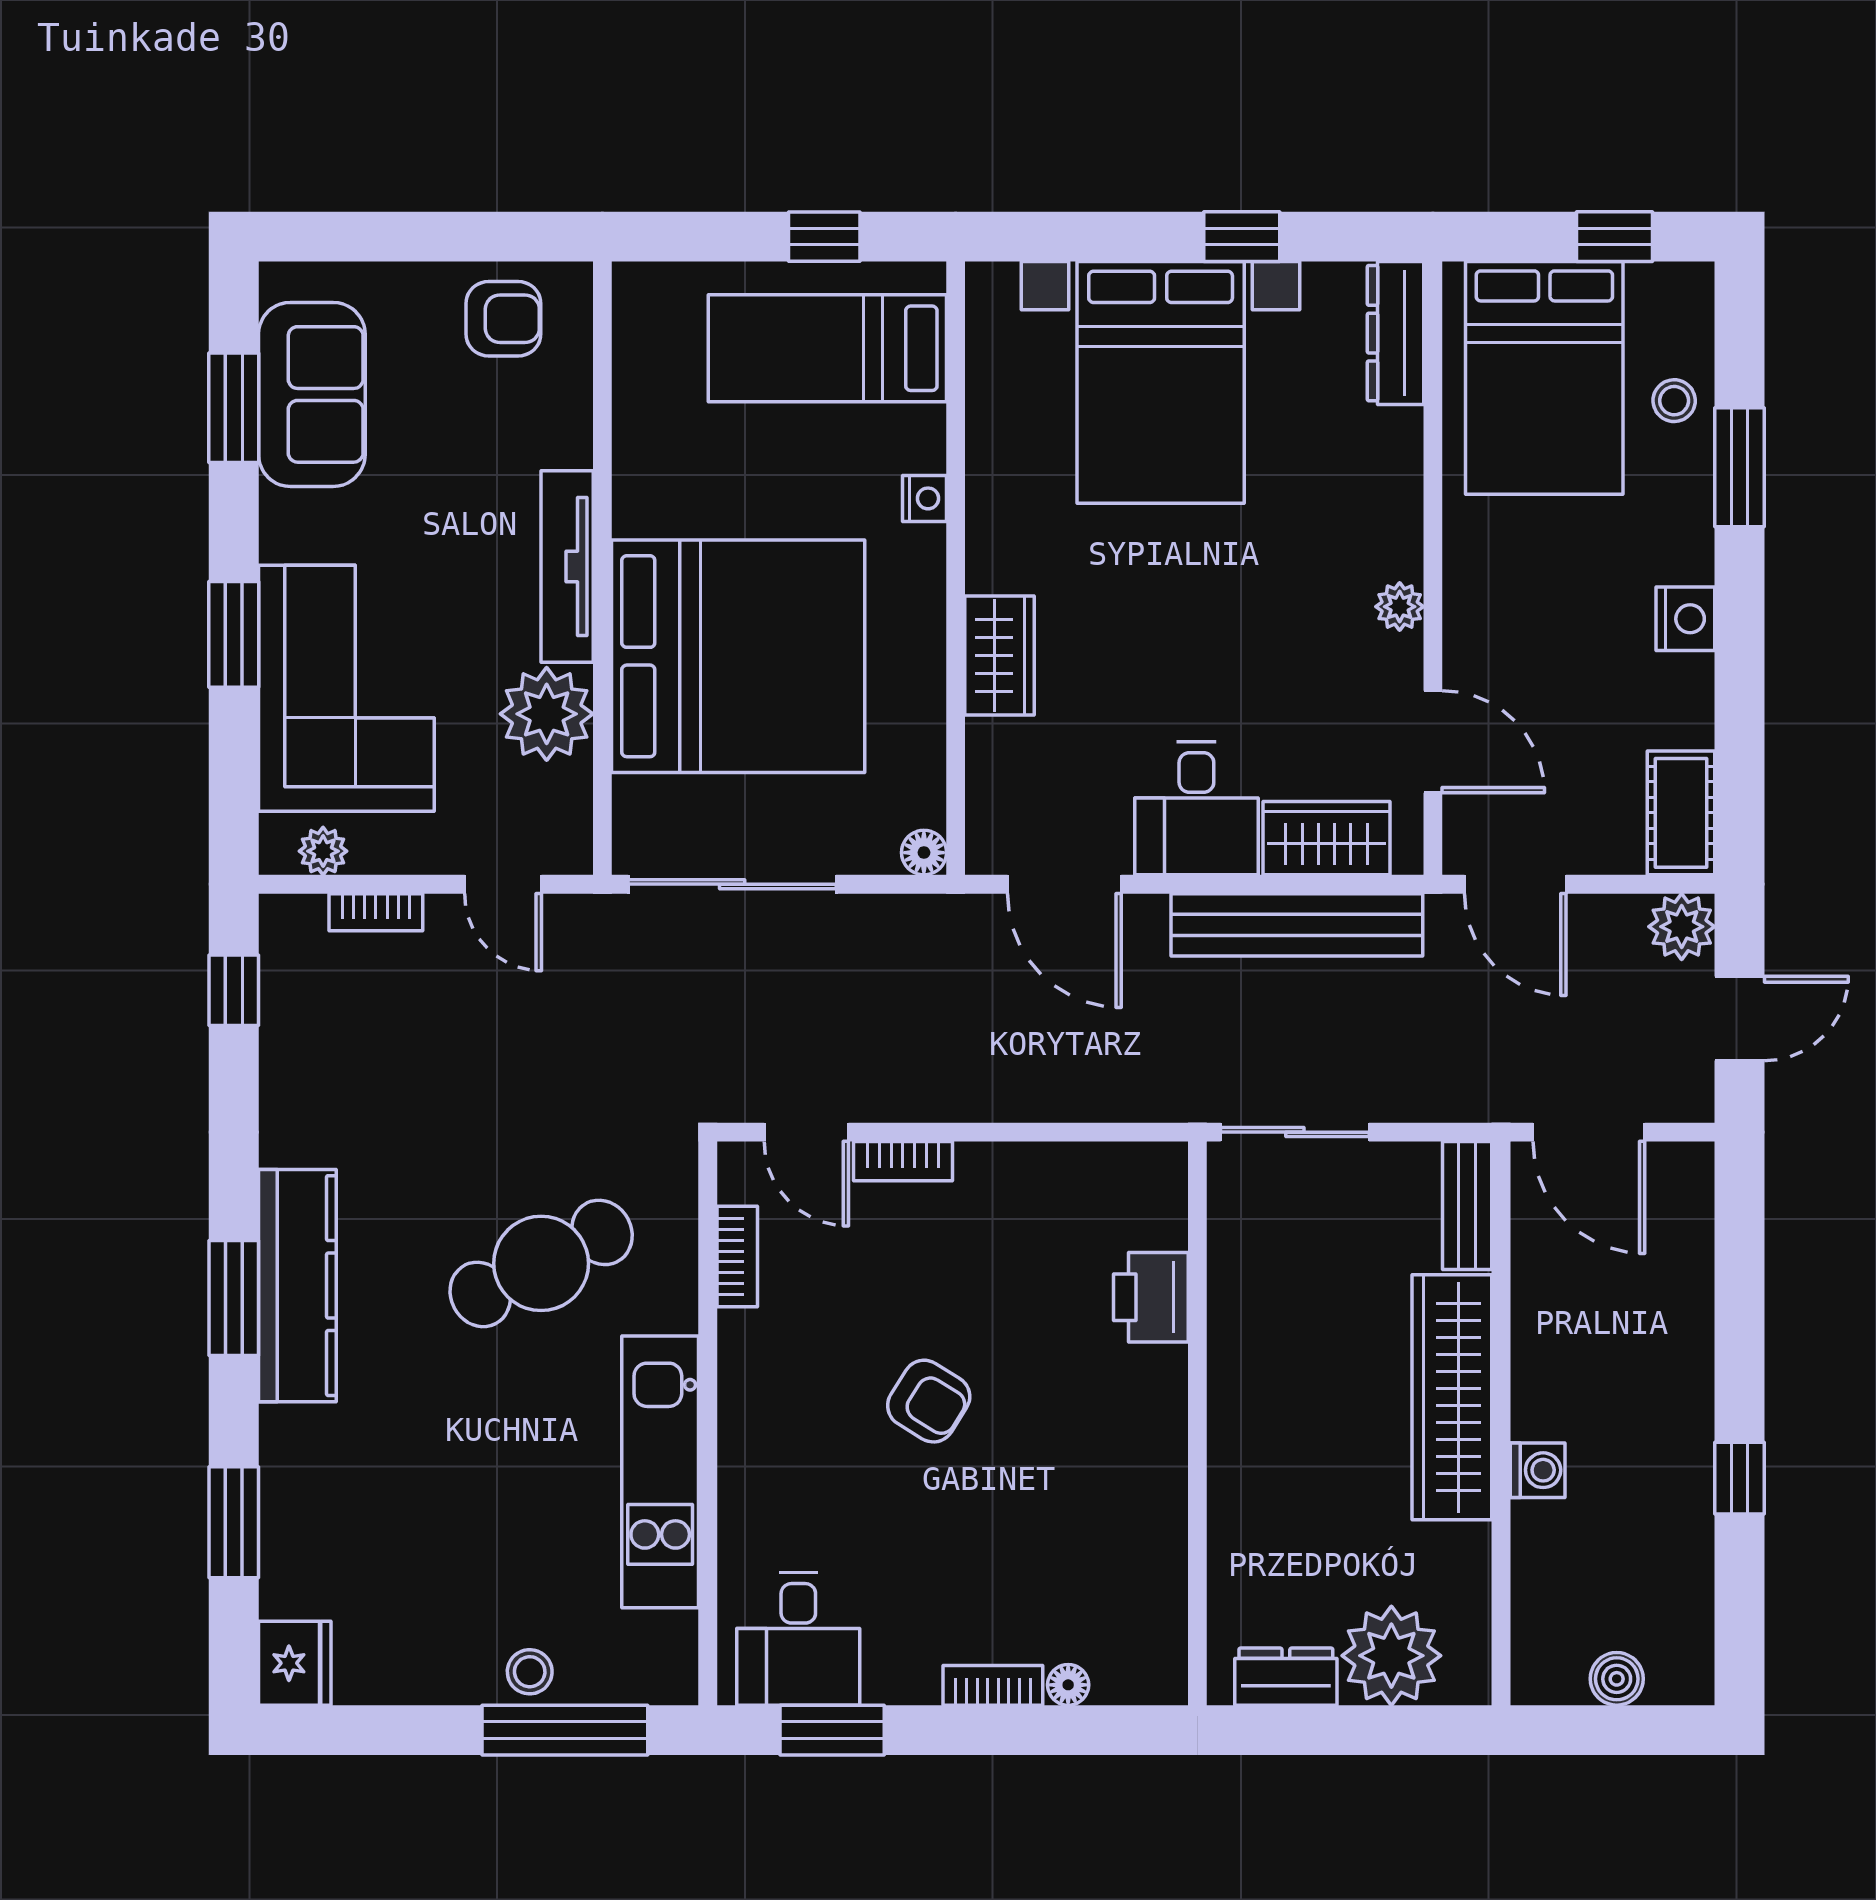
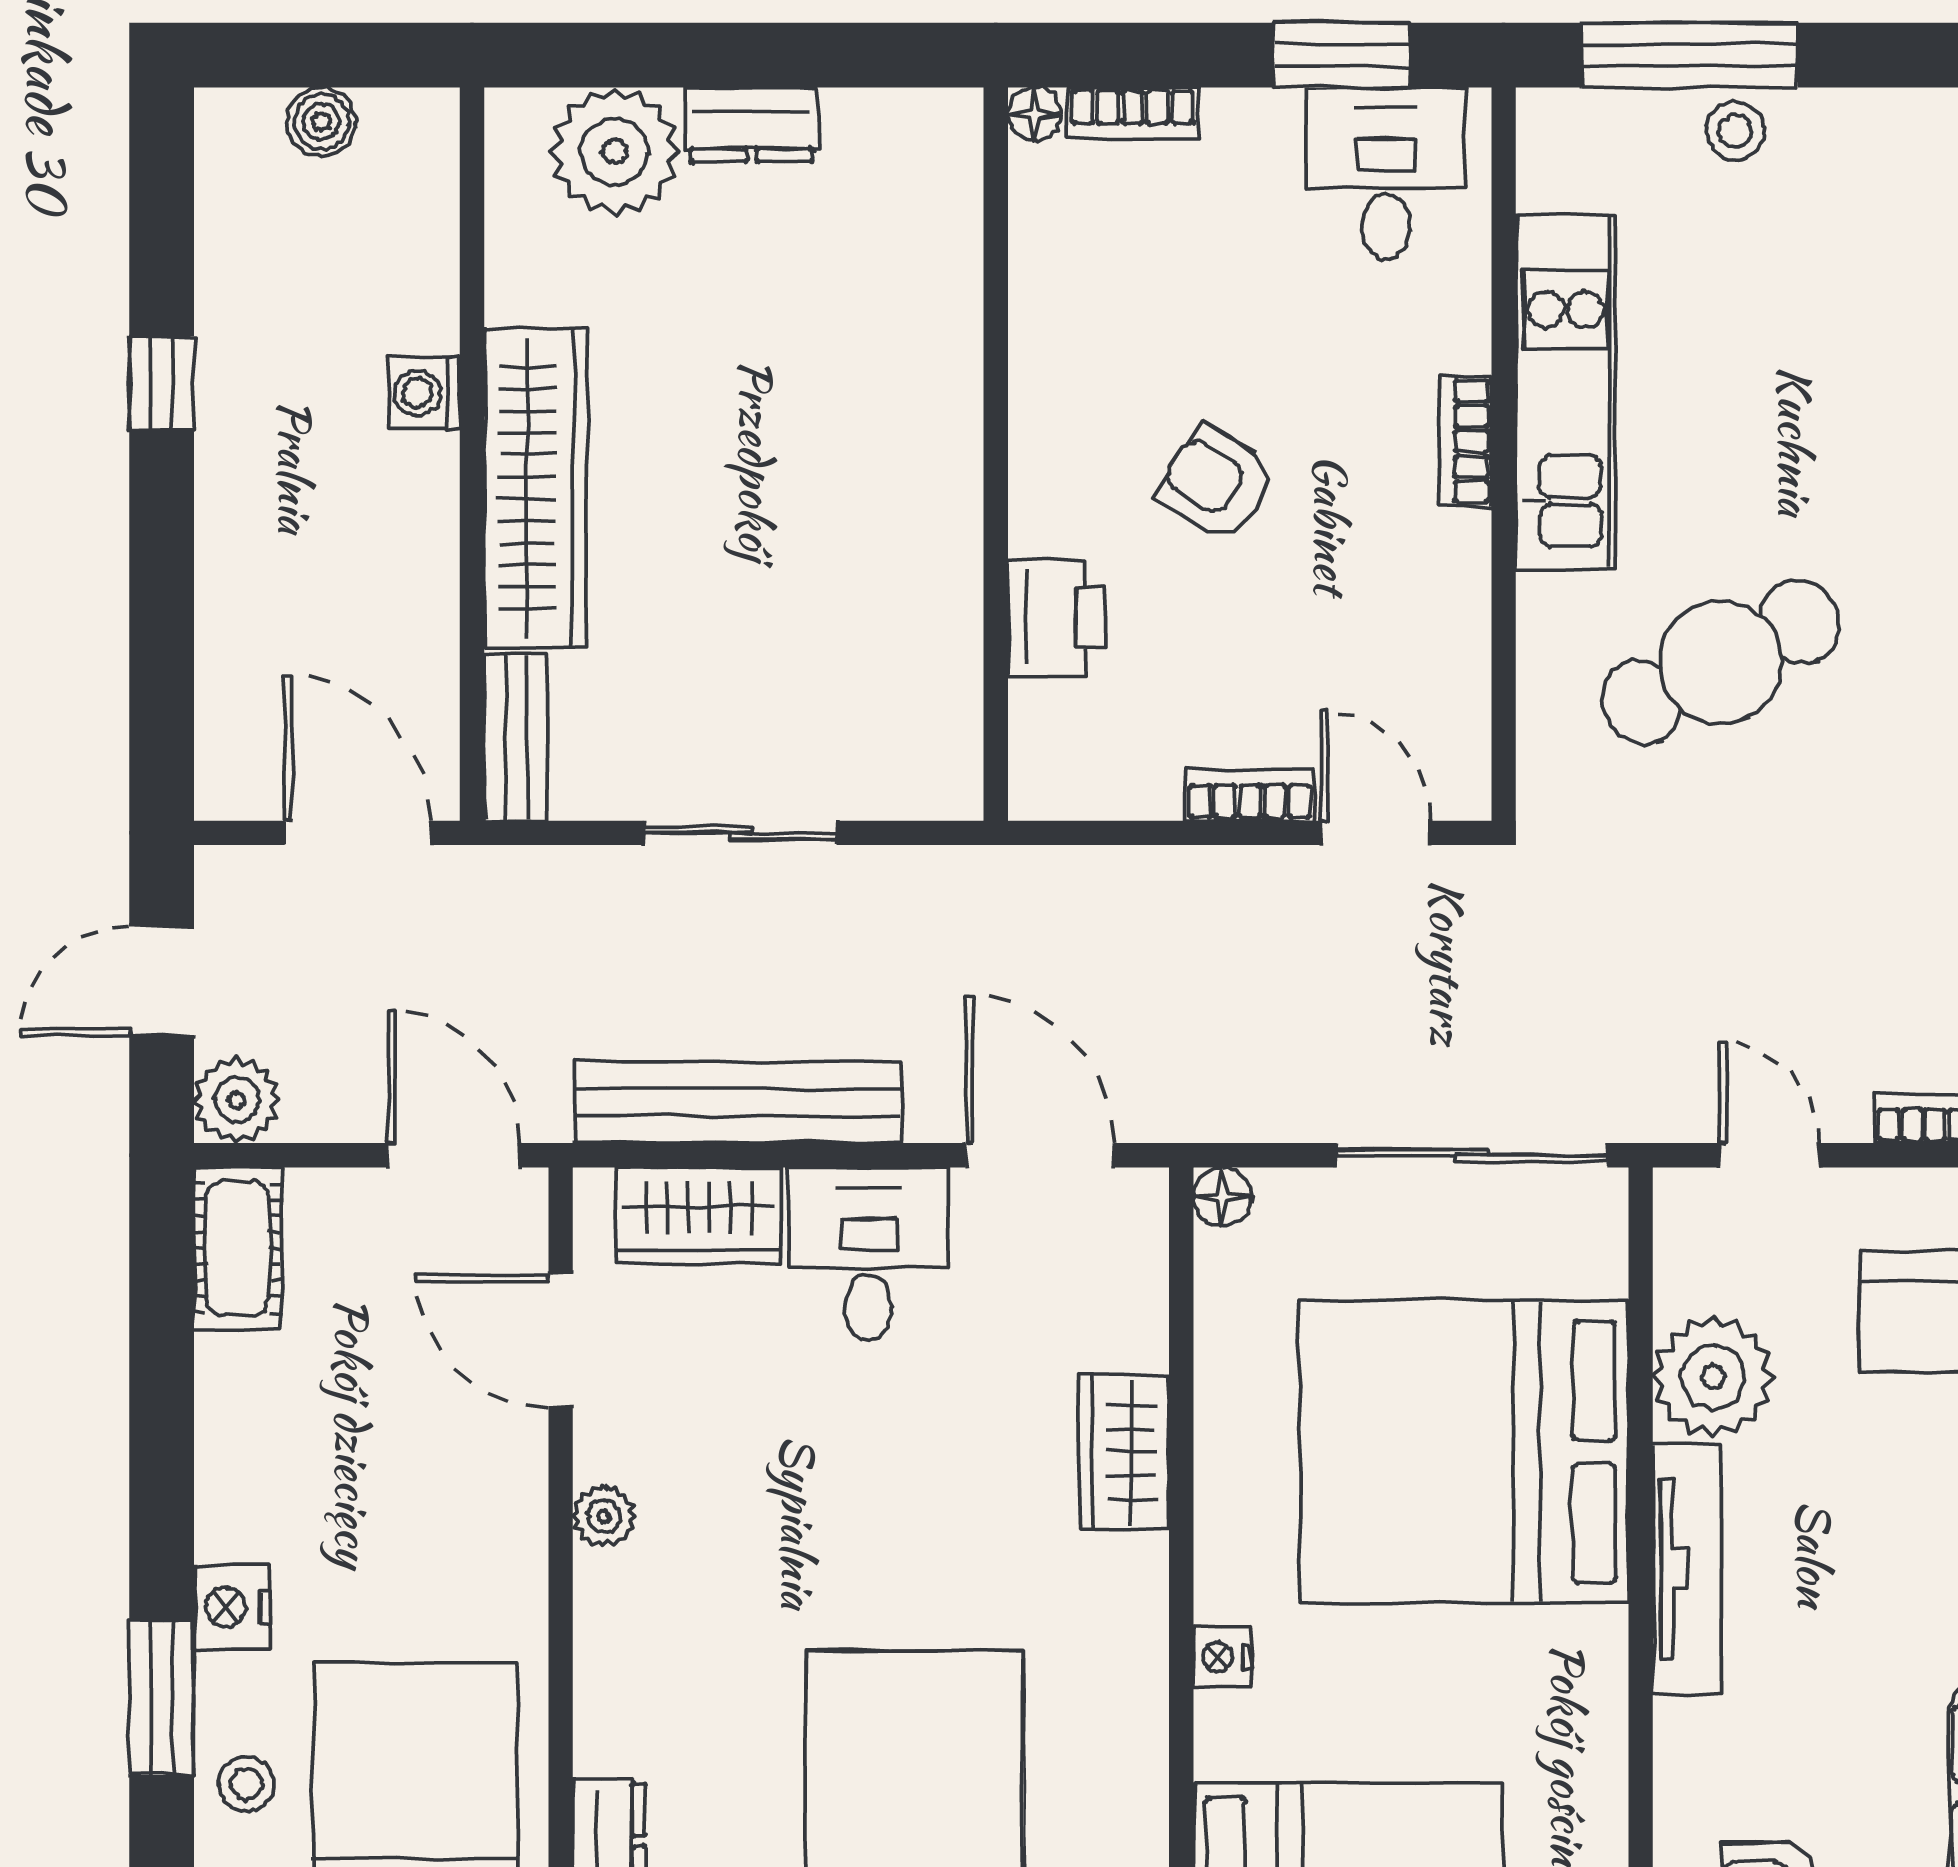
nightstand: (1685, 619) -> (232, 1607), moved
bookcase: (737, 1256) -> (1465, 441), moved
printer: (1151, 1297) -> (1056, 618), moved
wall: (1197, 1423) -> (996, 454), moved

